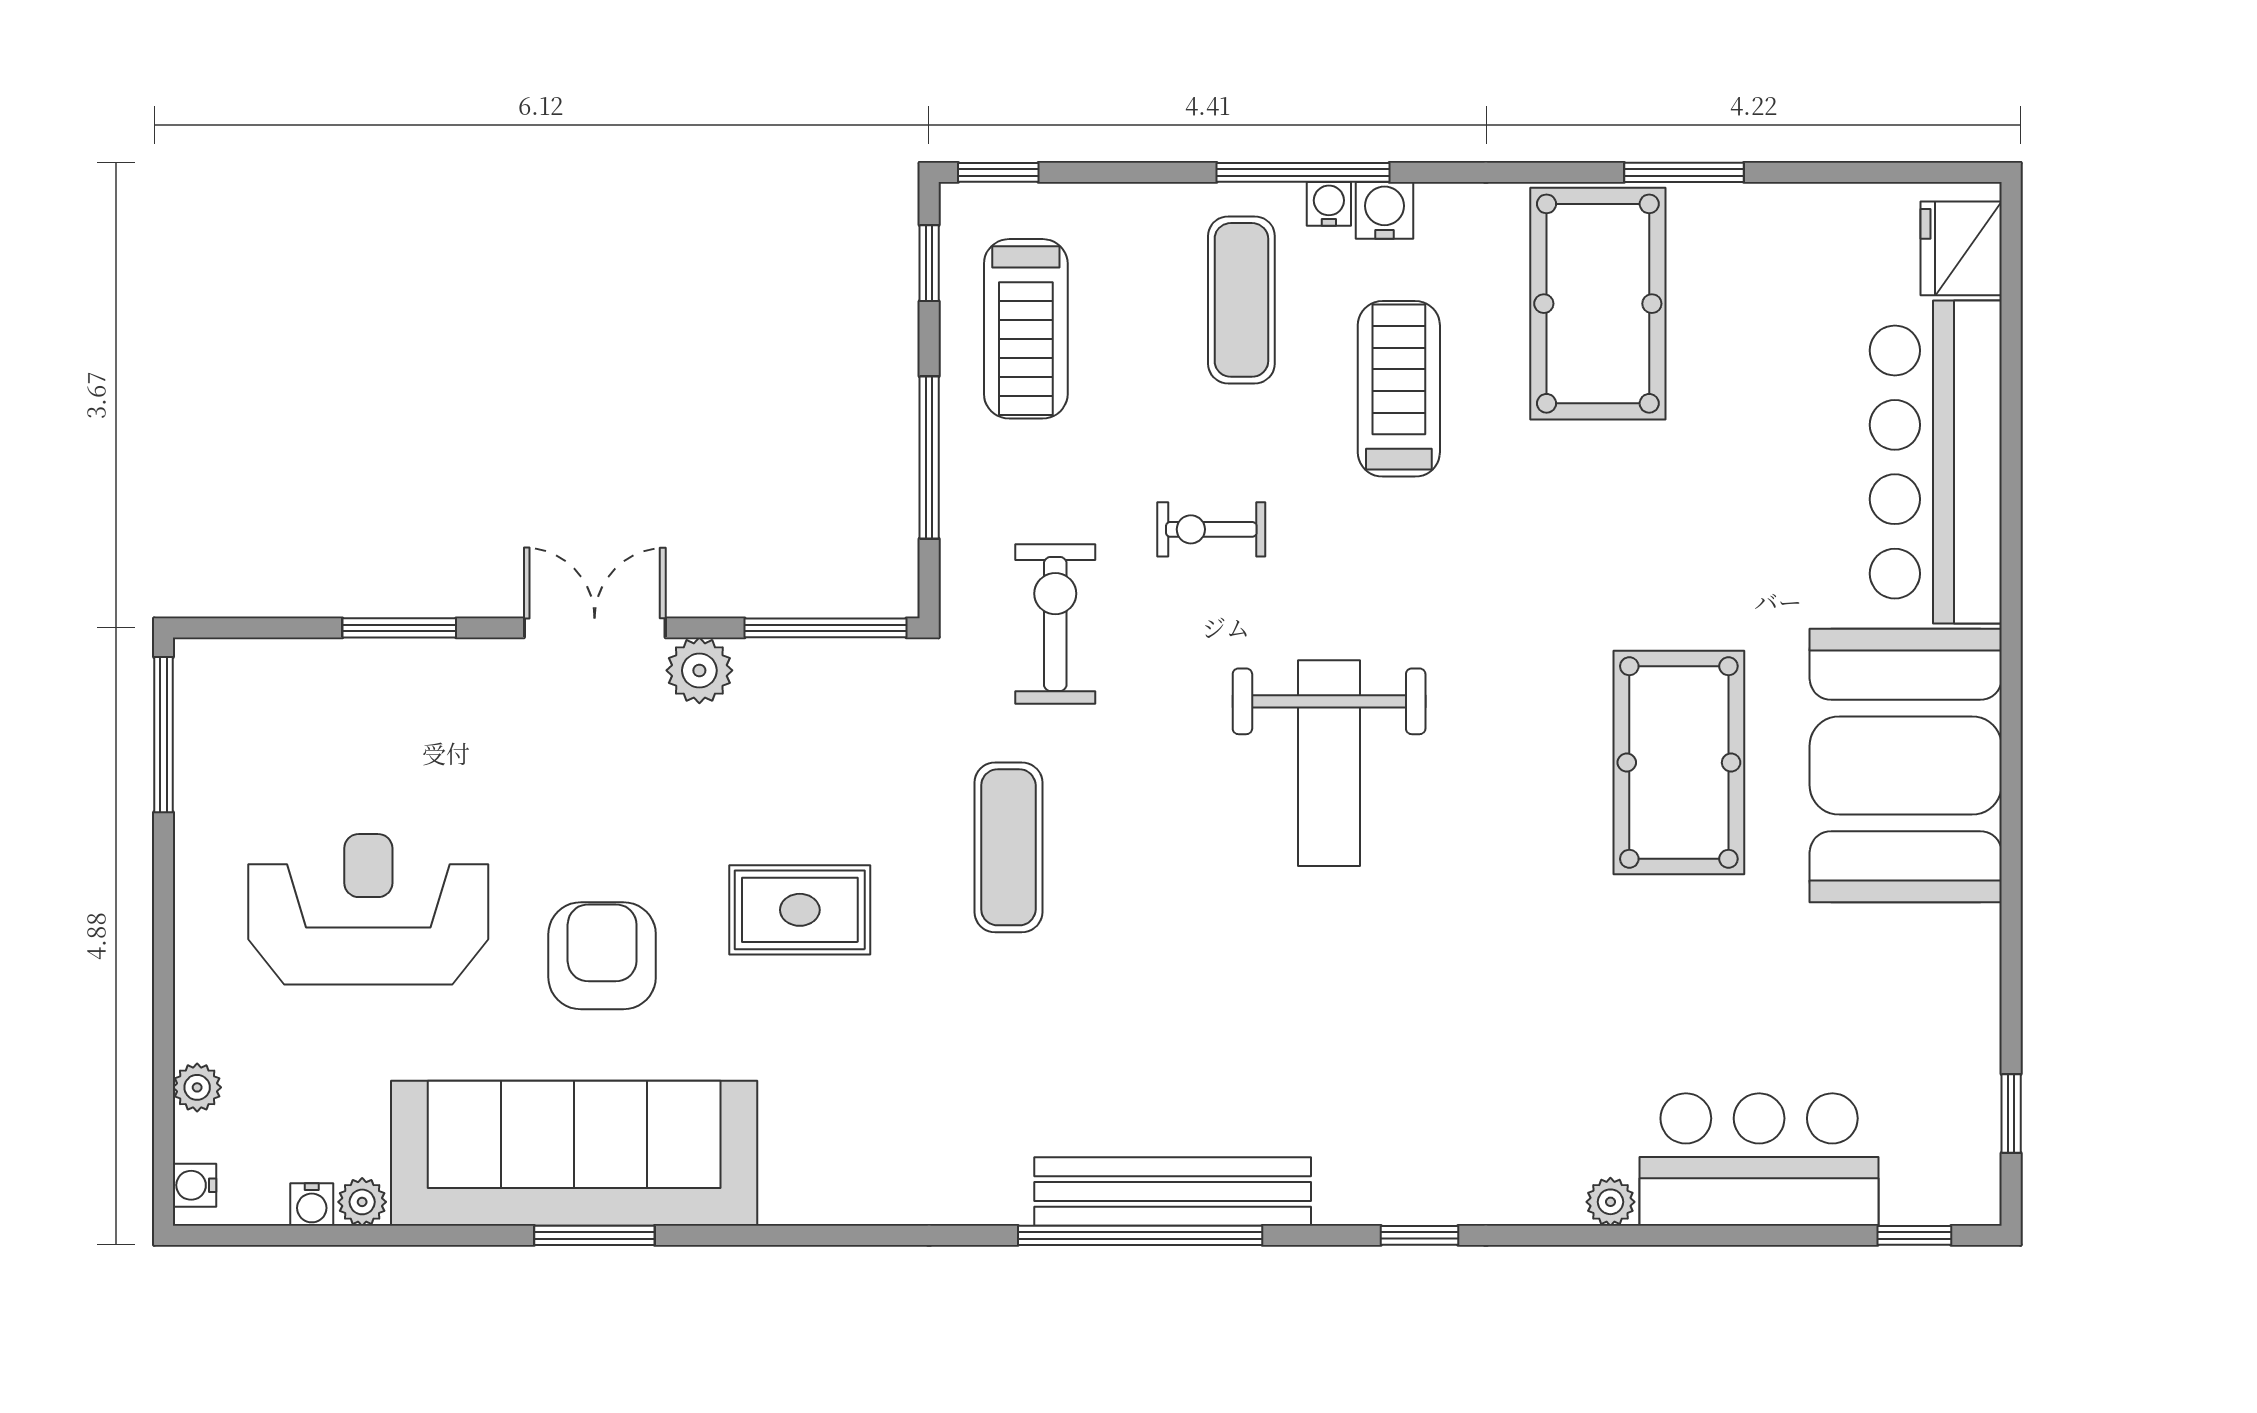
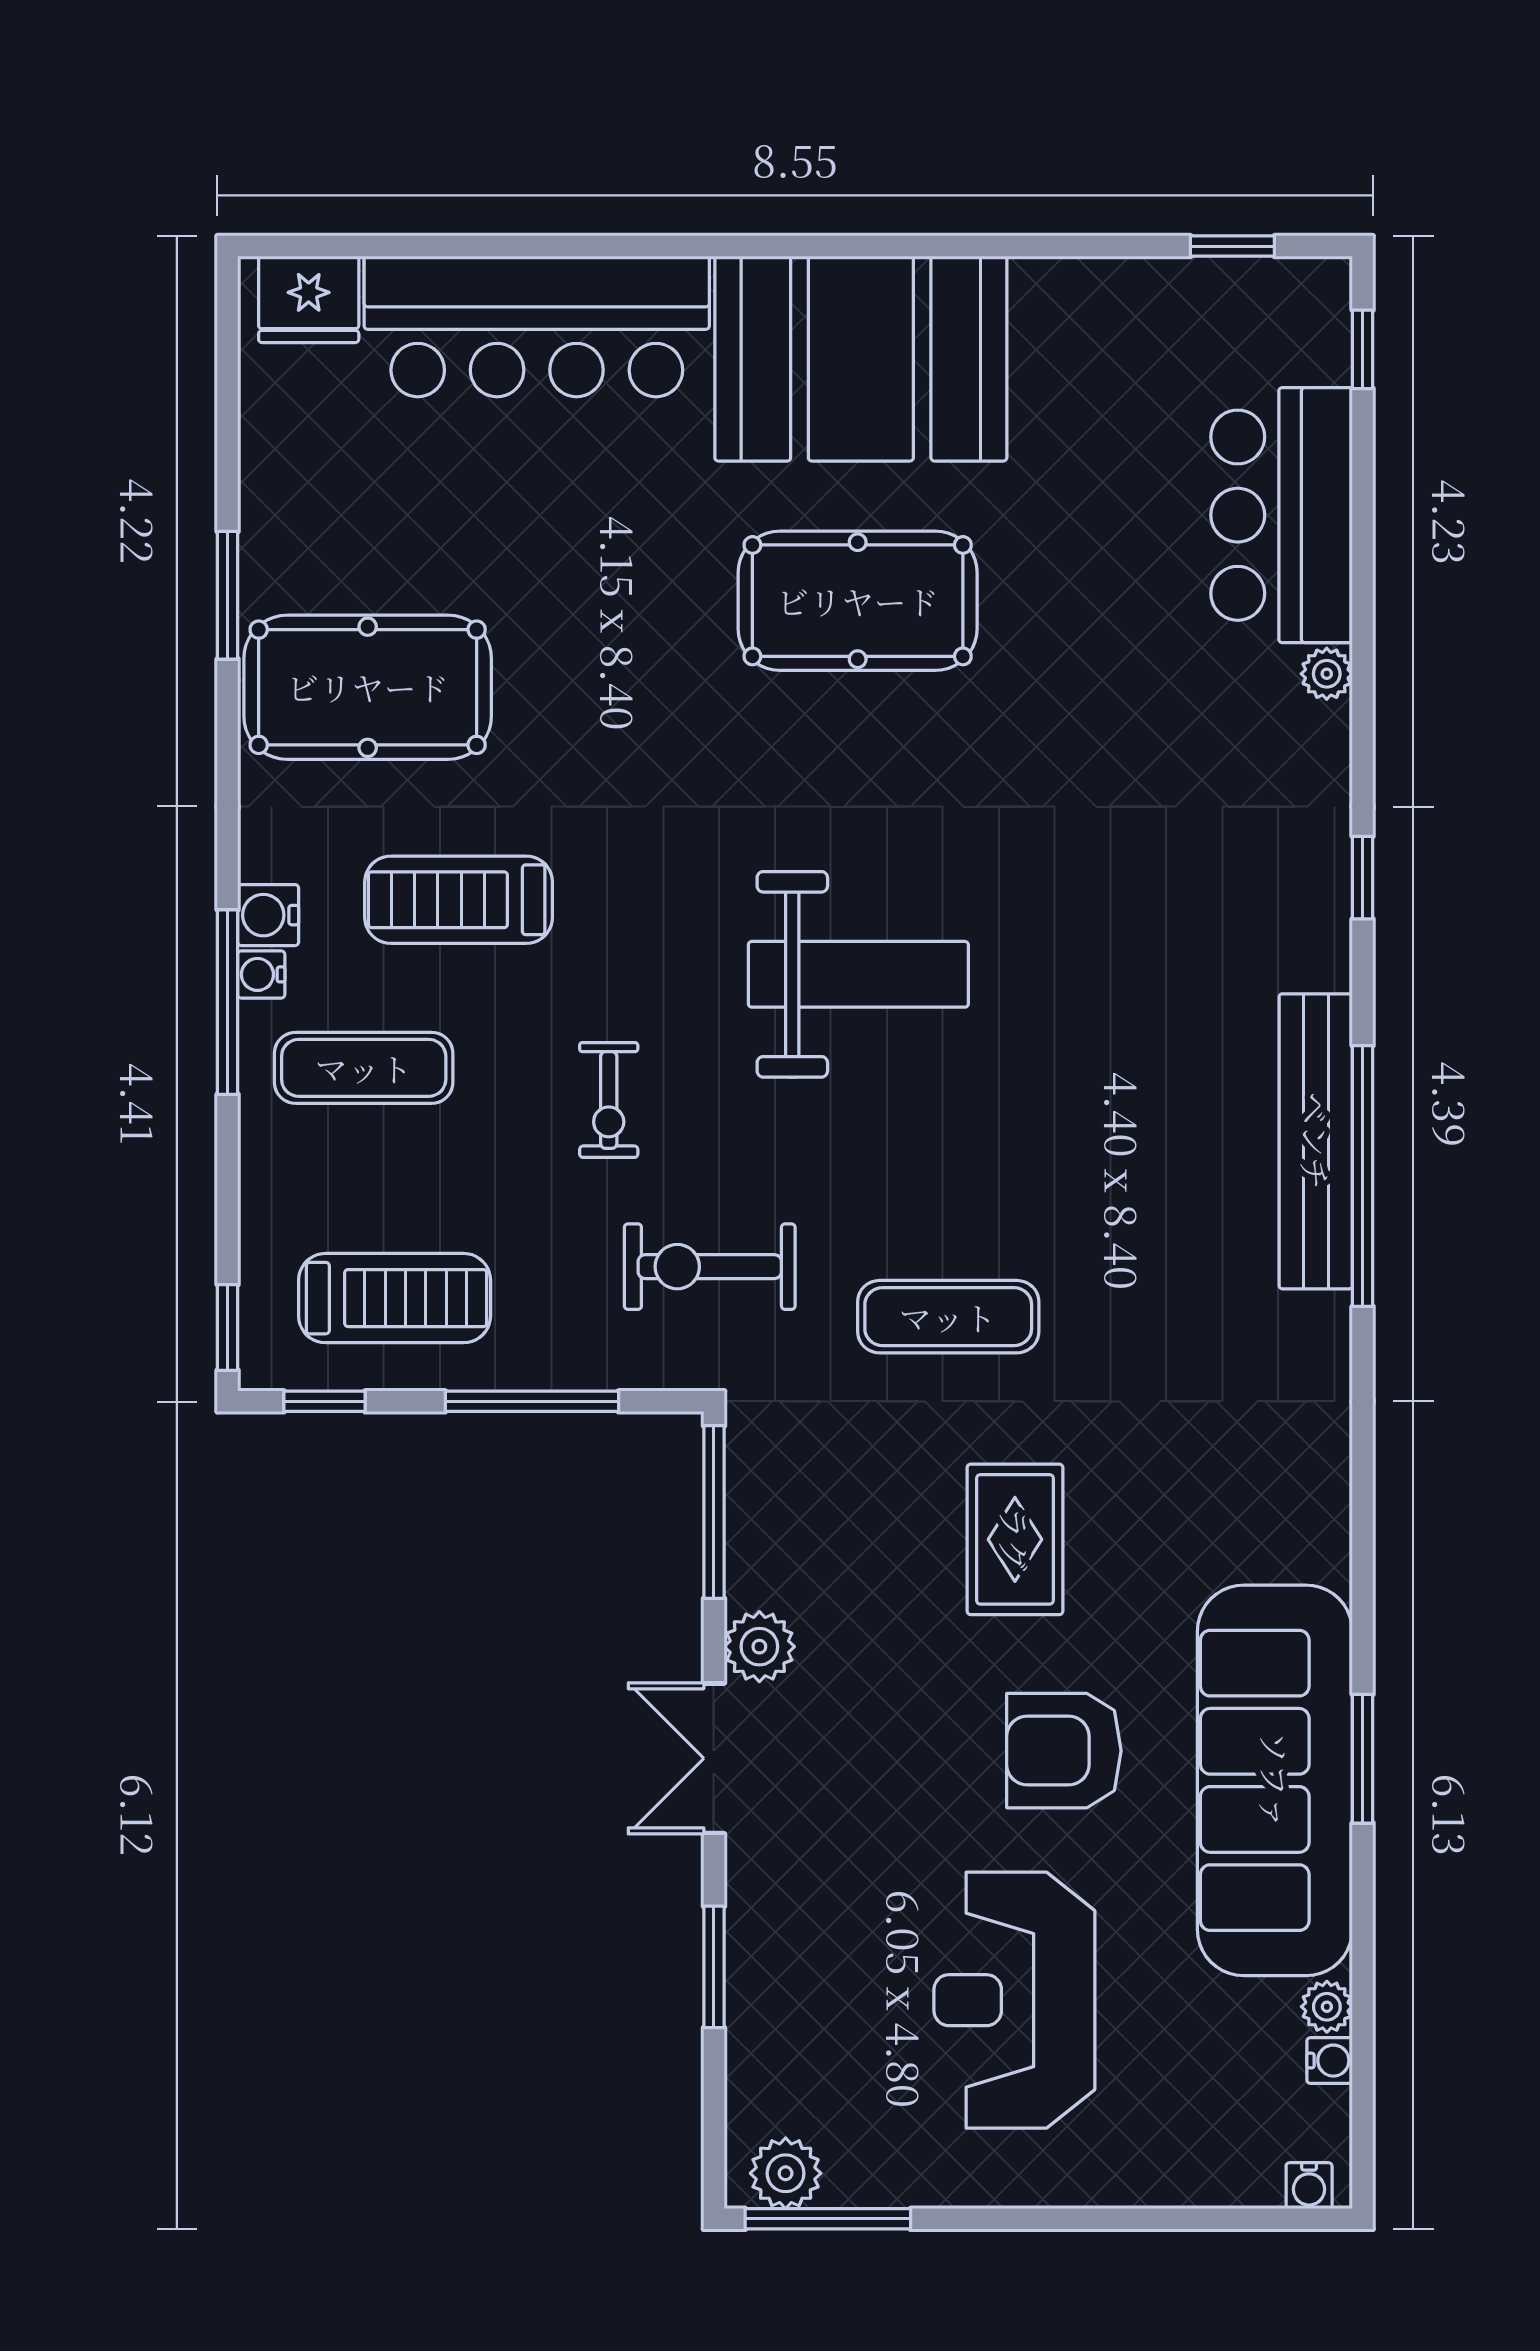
plant: (197, 1087) -> (786, 2173), moved, width x1.38, depth x1.38

